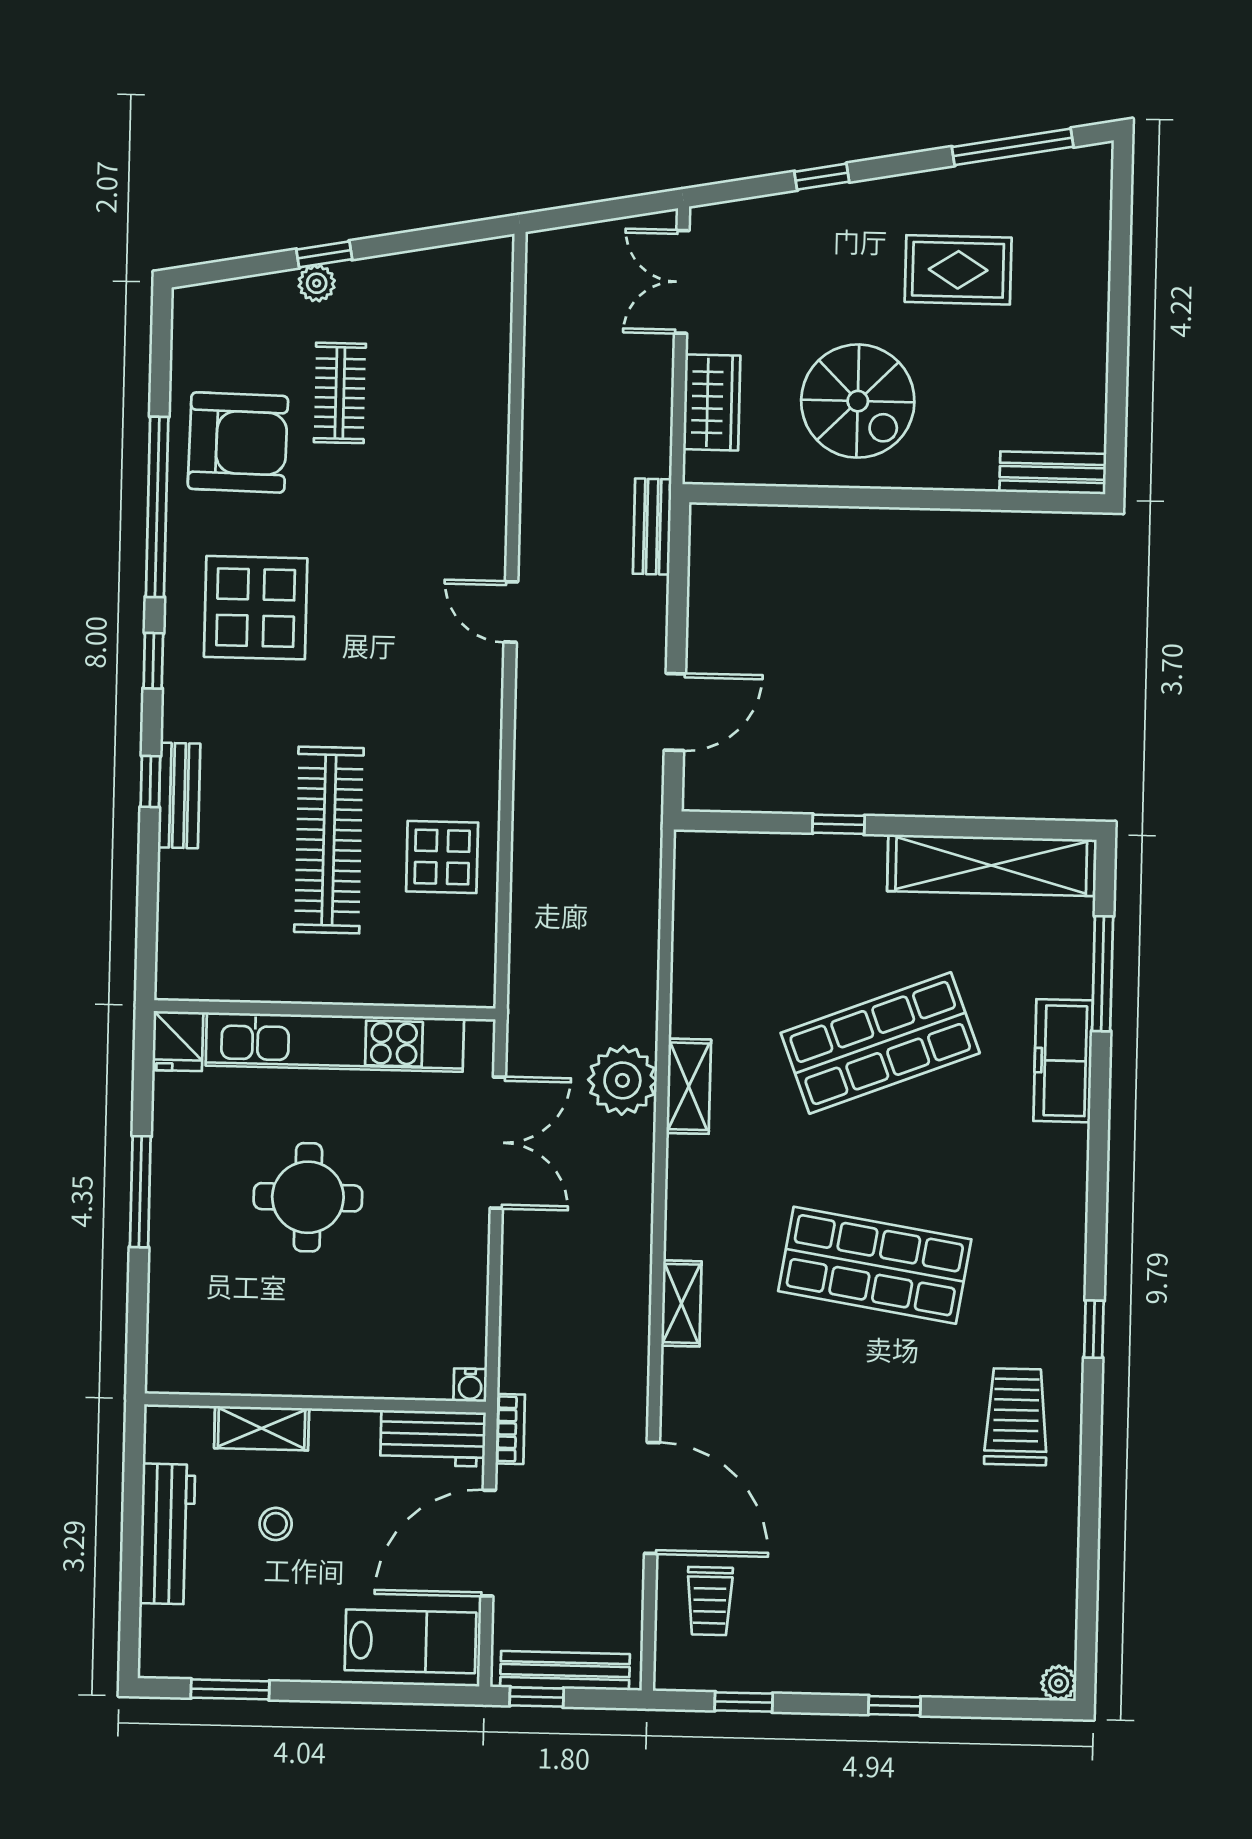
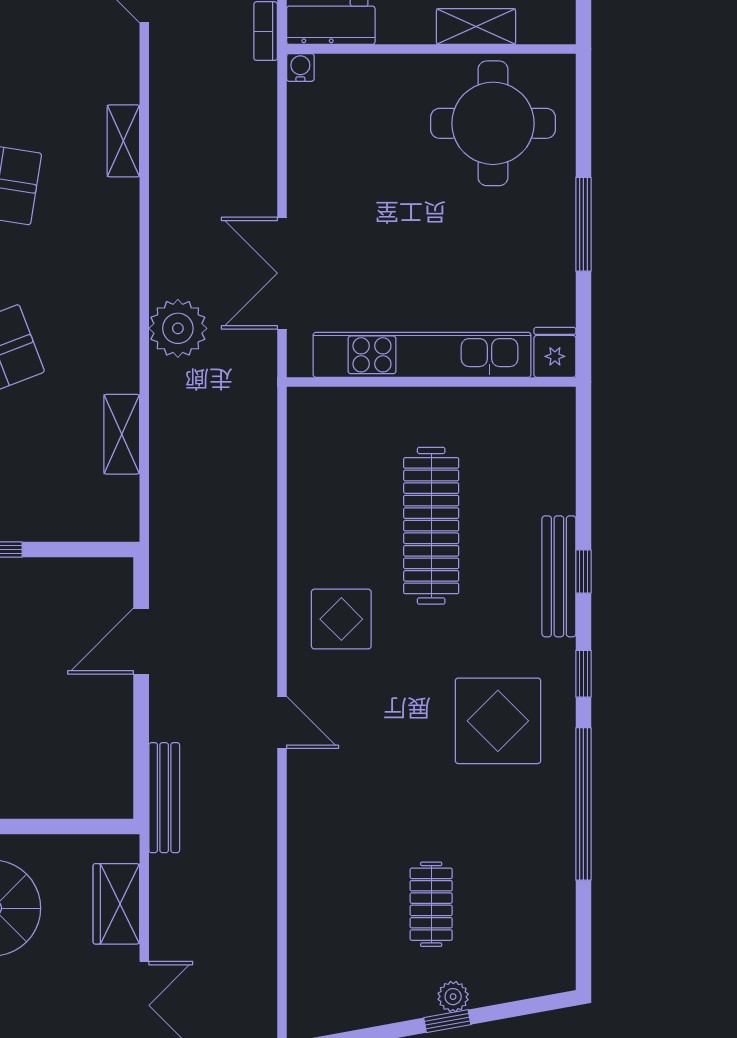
armchair: (238, 442) -> (516, 860), removed
bench: (652, 527) -> (164, 798), width x1.36
bench: (179, 796) -> (559, 576), width x1.36
display table: (442, 857) -> (341, 619), moved
shelving: (689, 1086) -> (122, 434), moved
round table: (308, 1197) -> (493, 123), moved, width x1.36, depth x1.36

